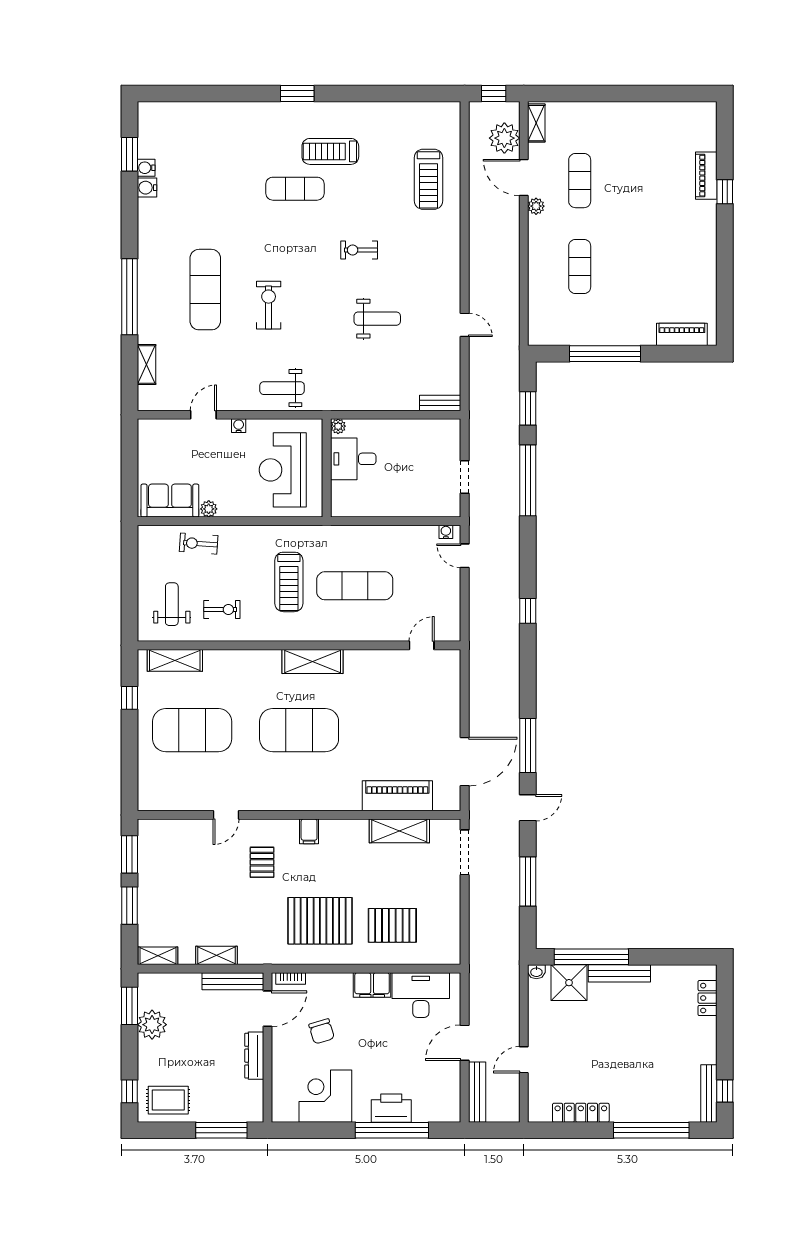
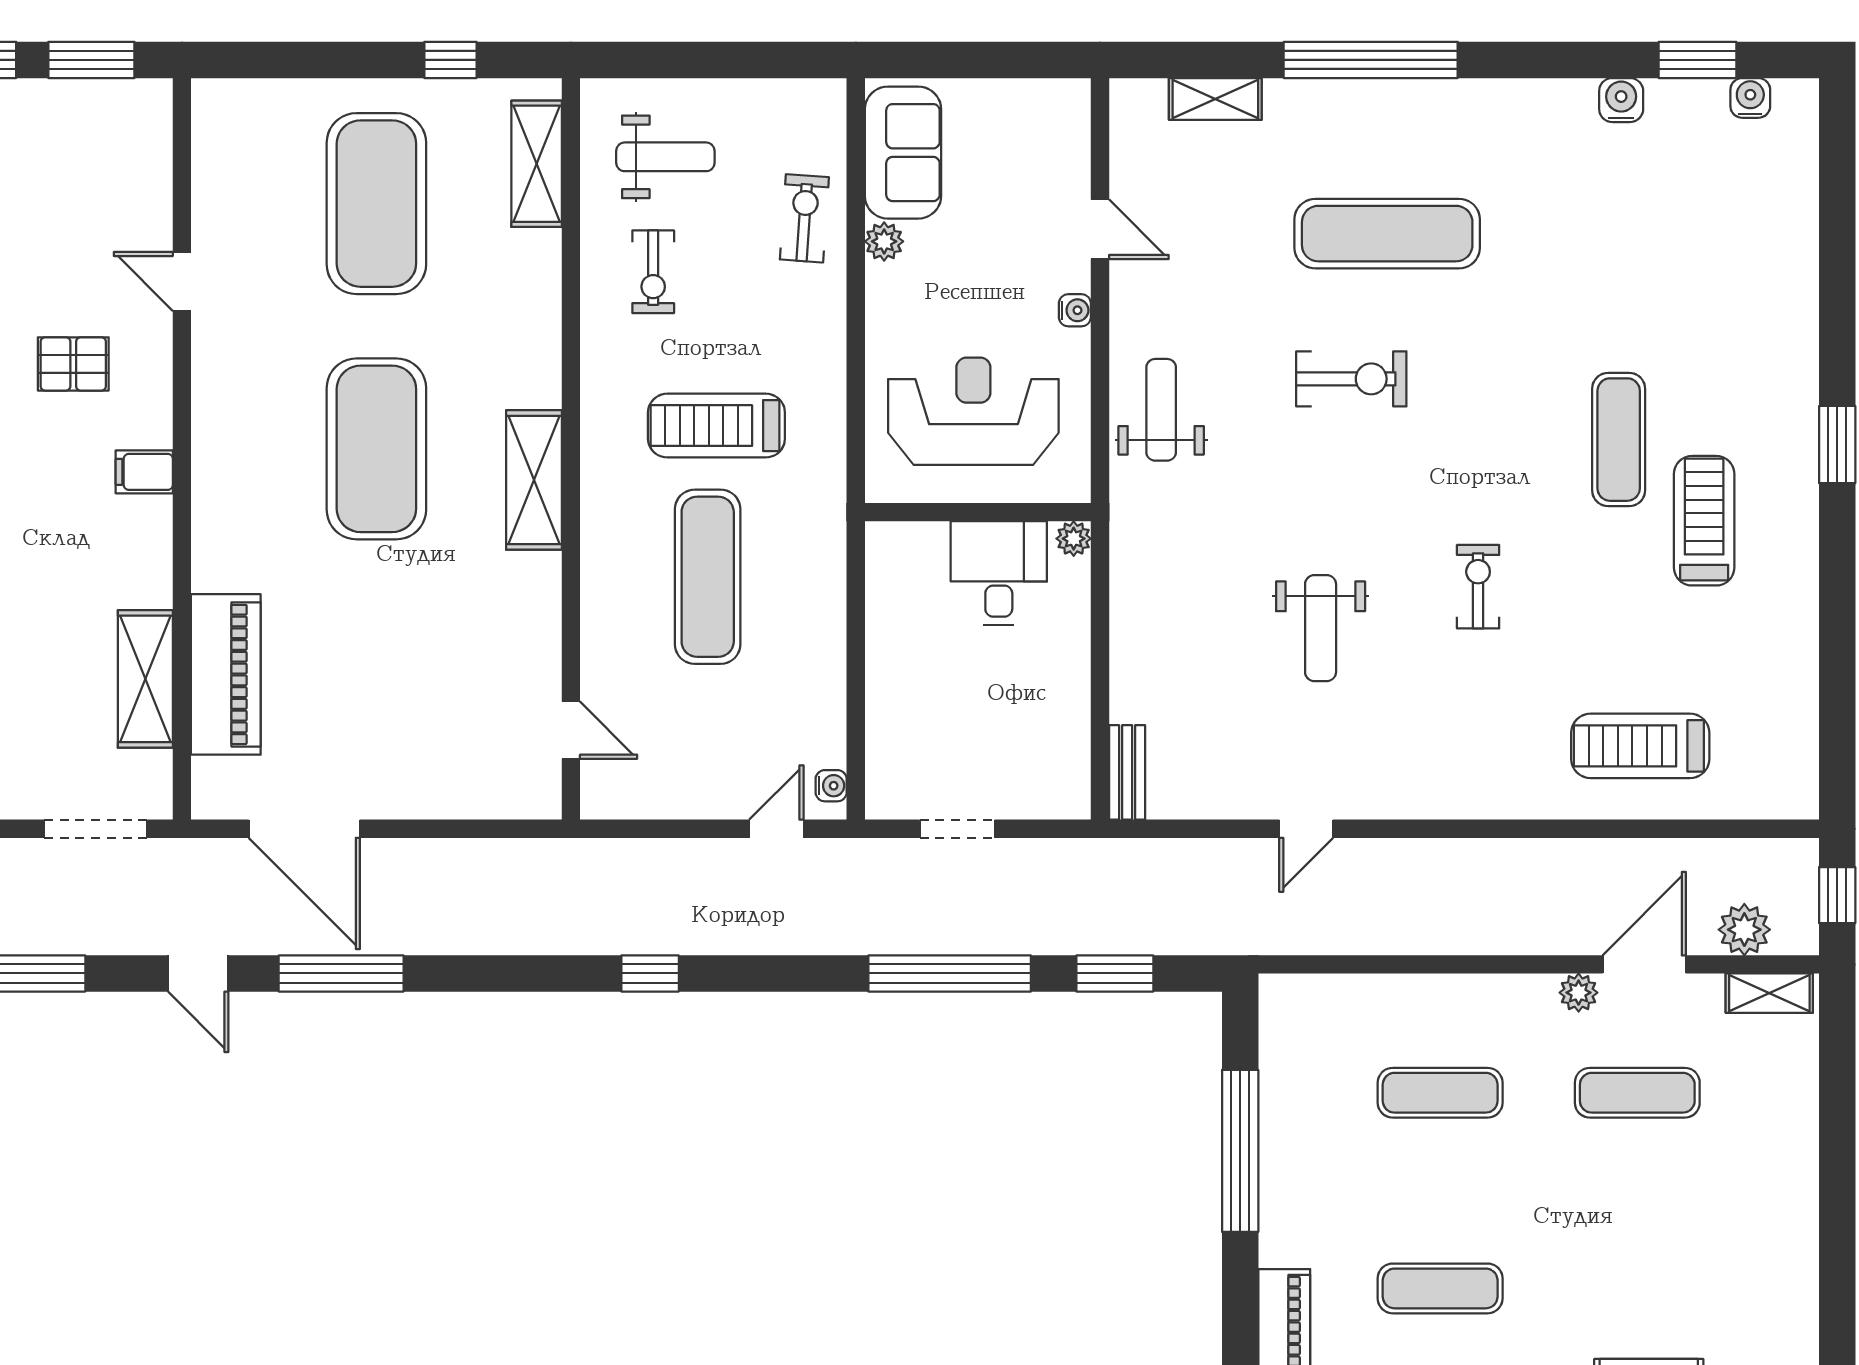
plant: (504, 138) -> (1744, 930), width x0.73, depth x0.73
water cooler: (146, 168) -> (1750, 98), moved
exercise mat: (665, 266) -> (1440, 1288), added

